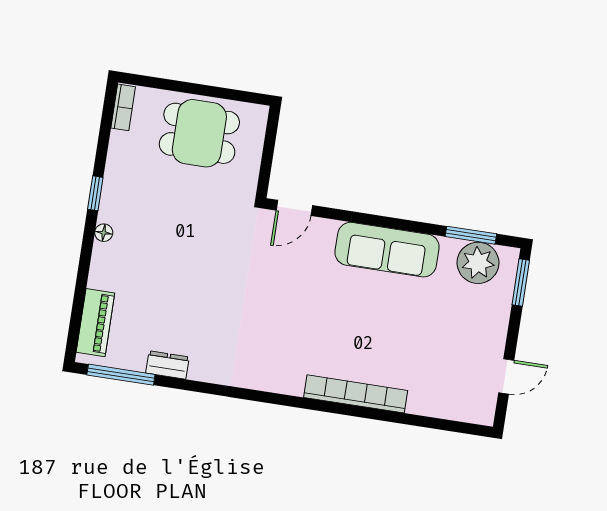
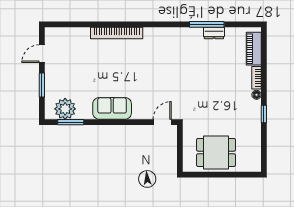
bookcase: (123, 107) -> (257, 78), moved
sofa: (387, 250) -> (112, 108), width x0.73
window: (521, 283) -> (42, 85), moved
window: (121, 375) -> (207, 24), moved

